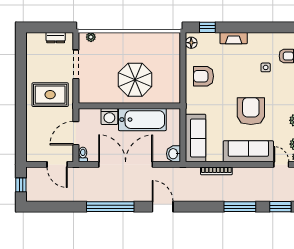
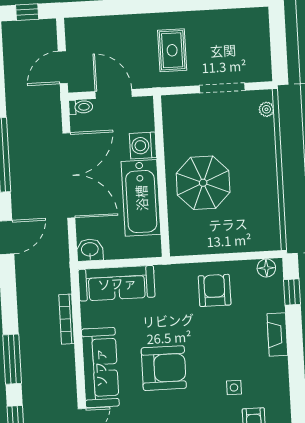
dresser: (56, 38) -> (262, 54), removed
rug: (50, 95) -> (172, 50), width x0.73, depth x0.70

